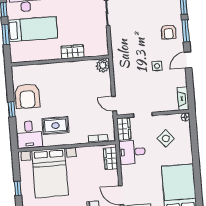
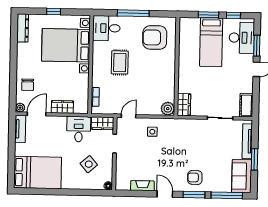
wardrobe: (73, 52) -> (184, 105), moved
side table: (157, 66) -> (152, 132), moved
armchair: (27, 96) -> (155, 38), moved
fireplace: (183, 99) -> (142, 186), moved
window: (12, 109) -> (133, 13), width x2.17
rug: (55, 126) -> (120, 62), moved
wardrobe: (111, 158) -> (62, 107), moved

